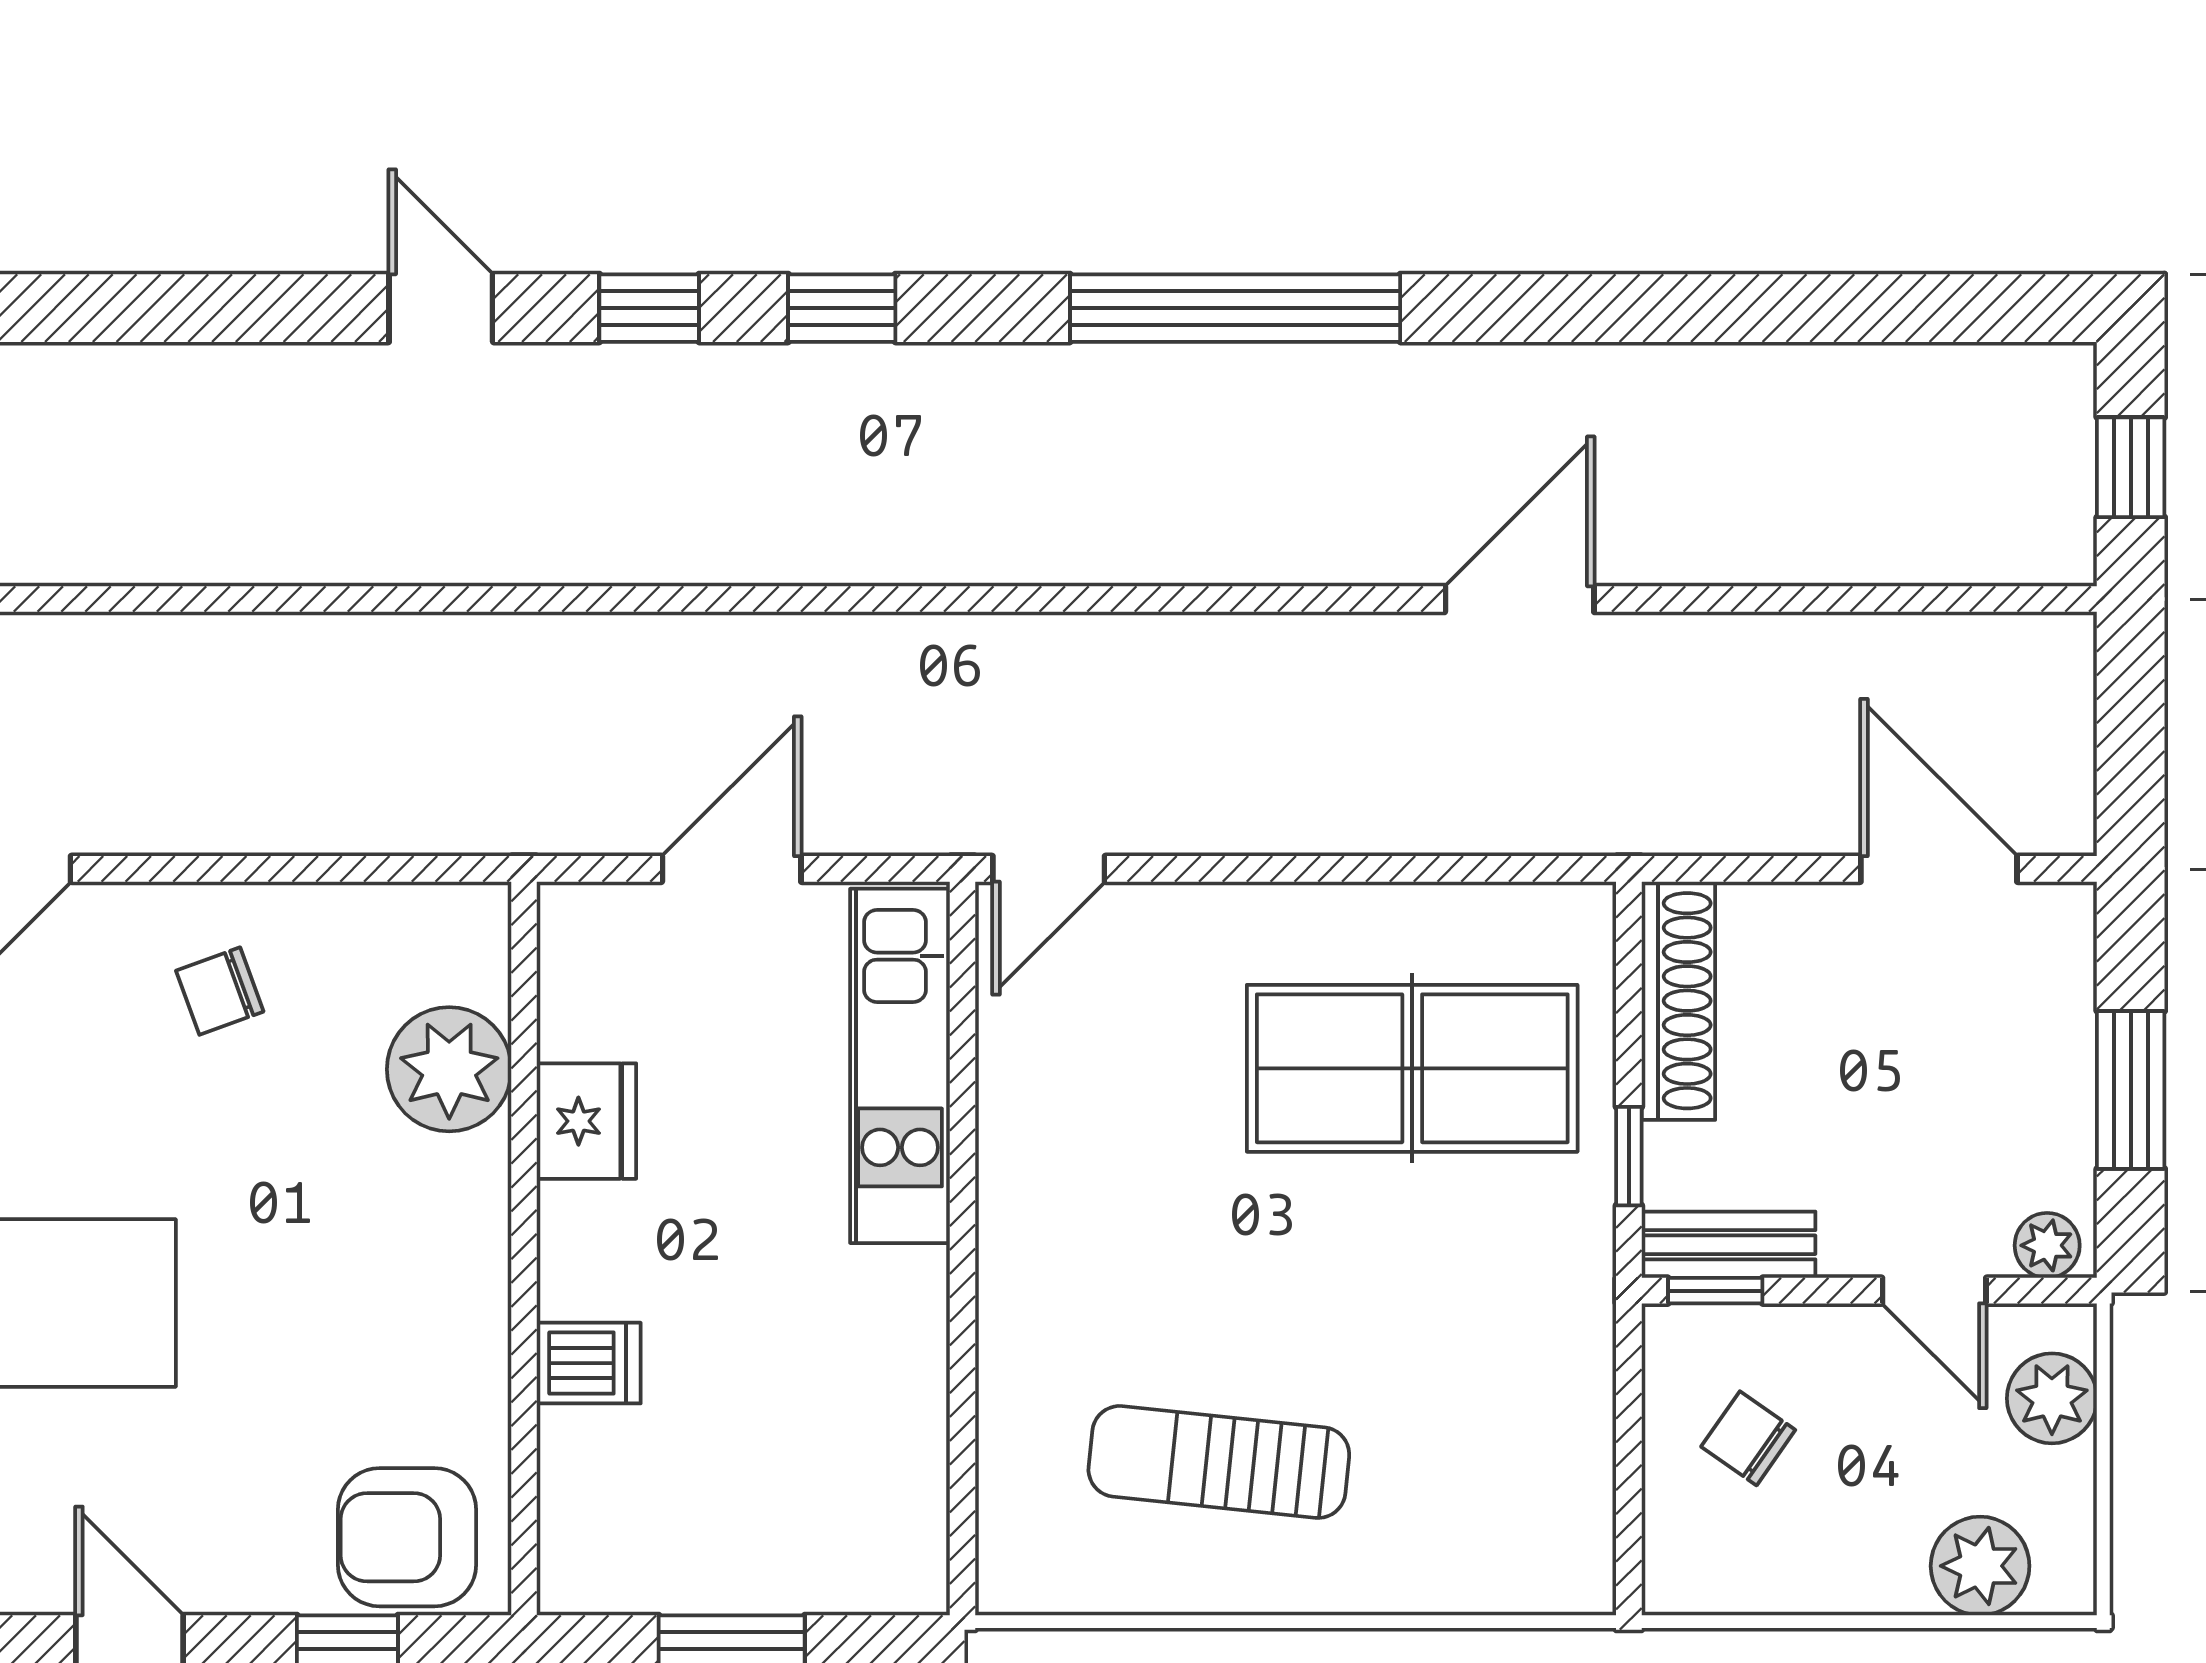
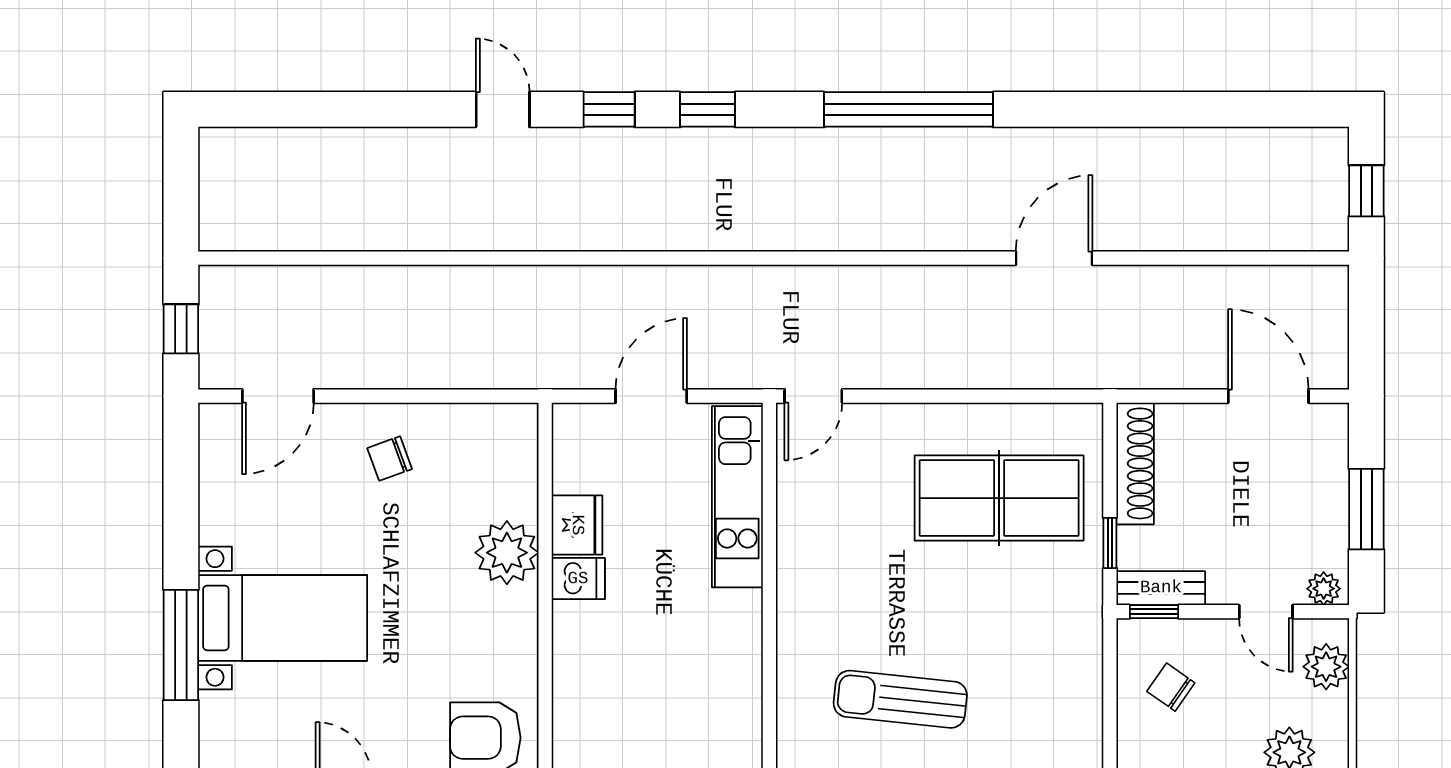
plant: (449, 1069) -> (507, 553), moved
dishwasher: (589, 1363) -> (578, 579), moved

